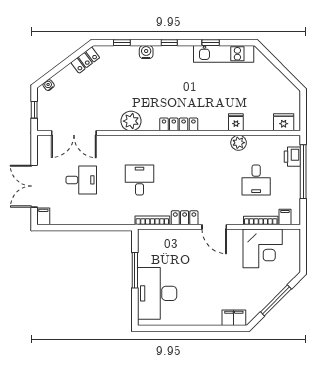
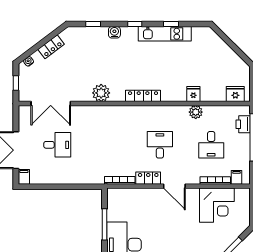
kitchen unit: (224, 54) -> (165, 34), moved
locker: (85, 60) -> (51, 47), moved
desk: (140, 180) -> (160, 145), moved

